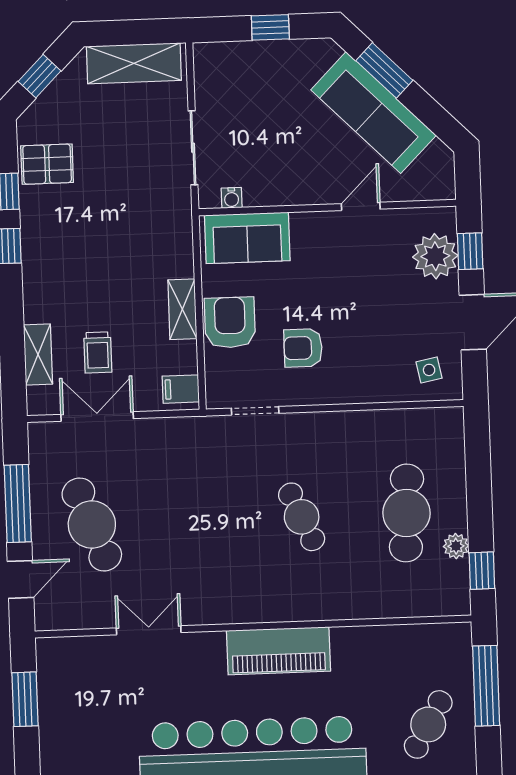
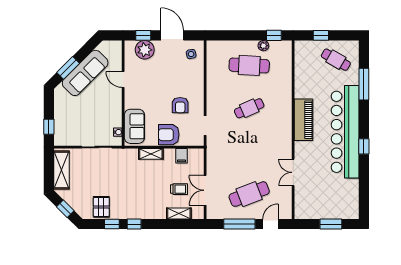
window: (270, 27) -> (49, 127), moved
shelving: (182, 309) -> (151, 154), moved
filing cabinet: (181, 389) -> (181, 156), moved
door: (21, 579) -> (271, 224), hinge flipped
window: (486, 686) -> (321, 35), width x0.46
window: (25, 699) -> (331, 224), moved

